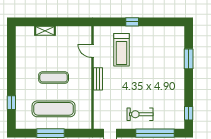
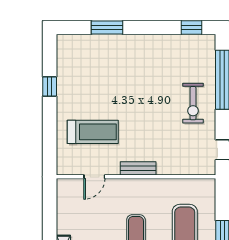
window: (132, 22) -> (50, 87), moved

